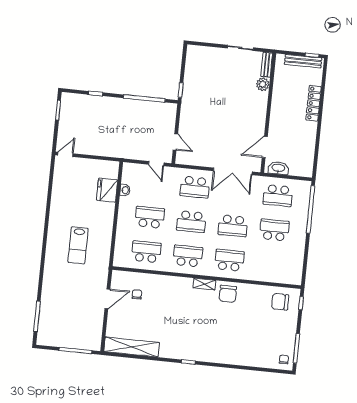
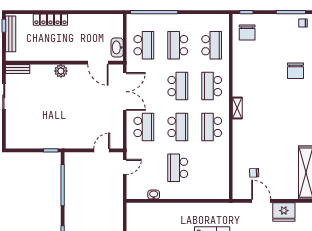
plant: (263, 84) -> (61, 71), moved
fridge: (107, 190) -> (284, 212), moved
school desk: (146, 252) -> (212, 45), moved, turned 180
chair: (228, 294) -> (296, 71), moved, turned 90

